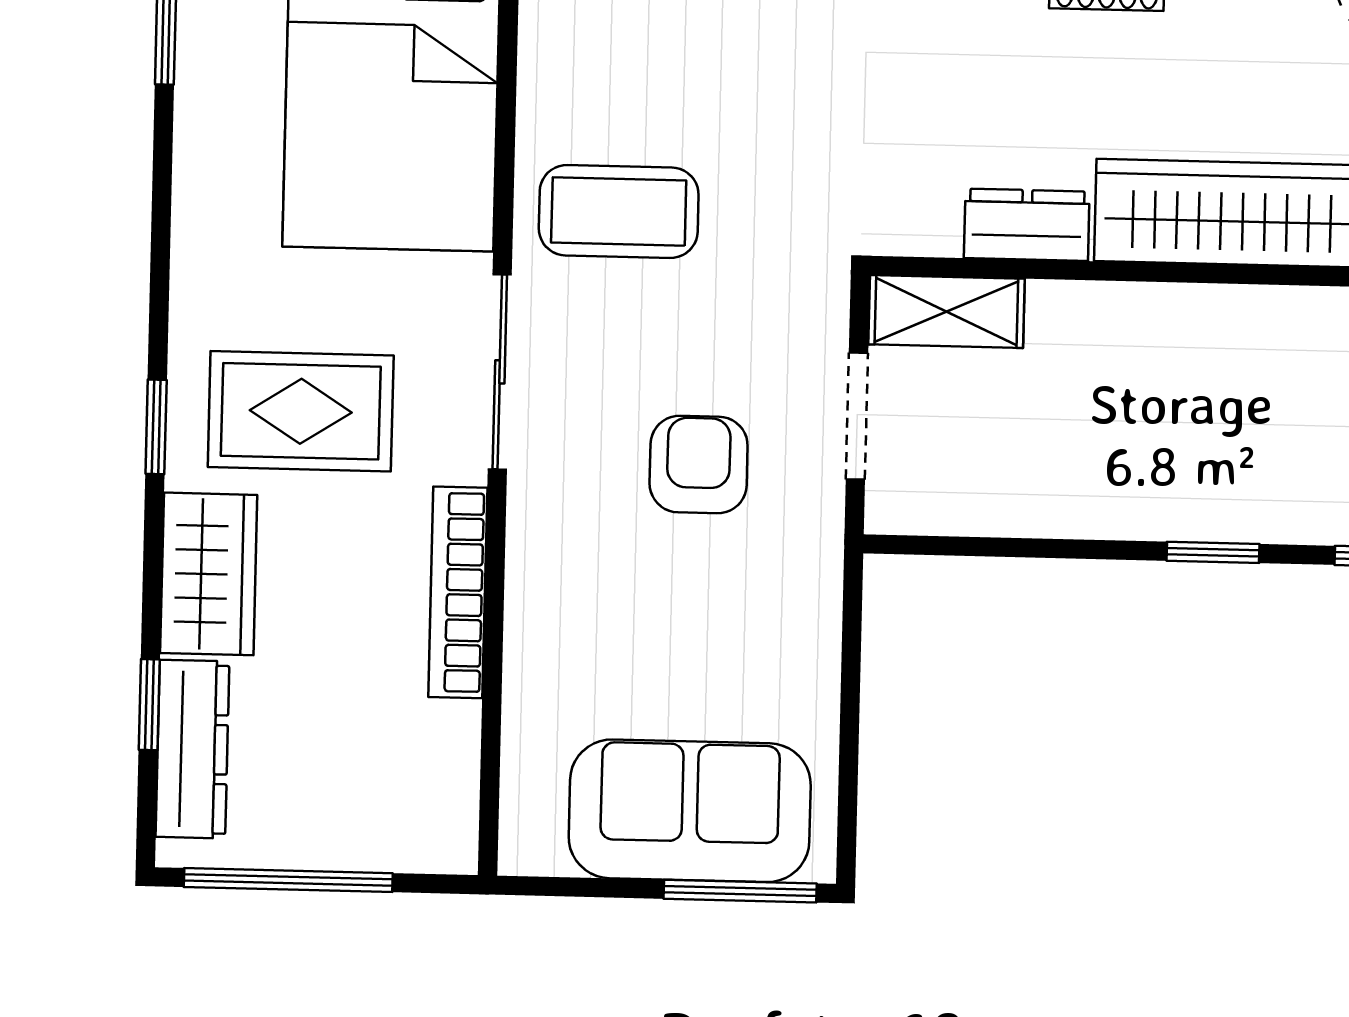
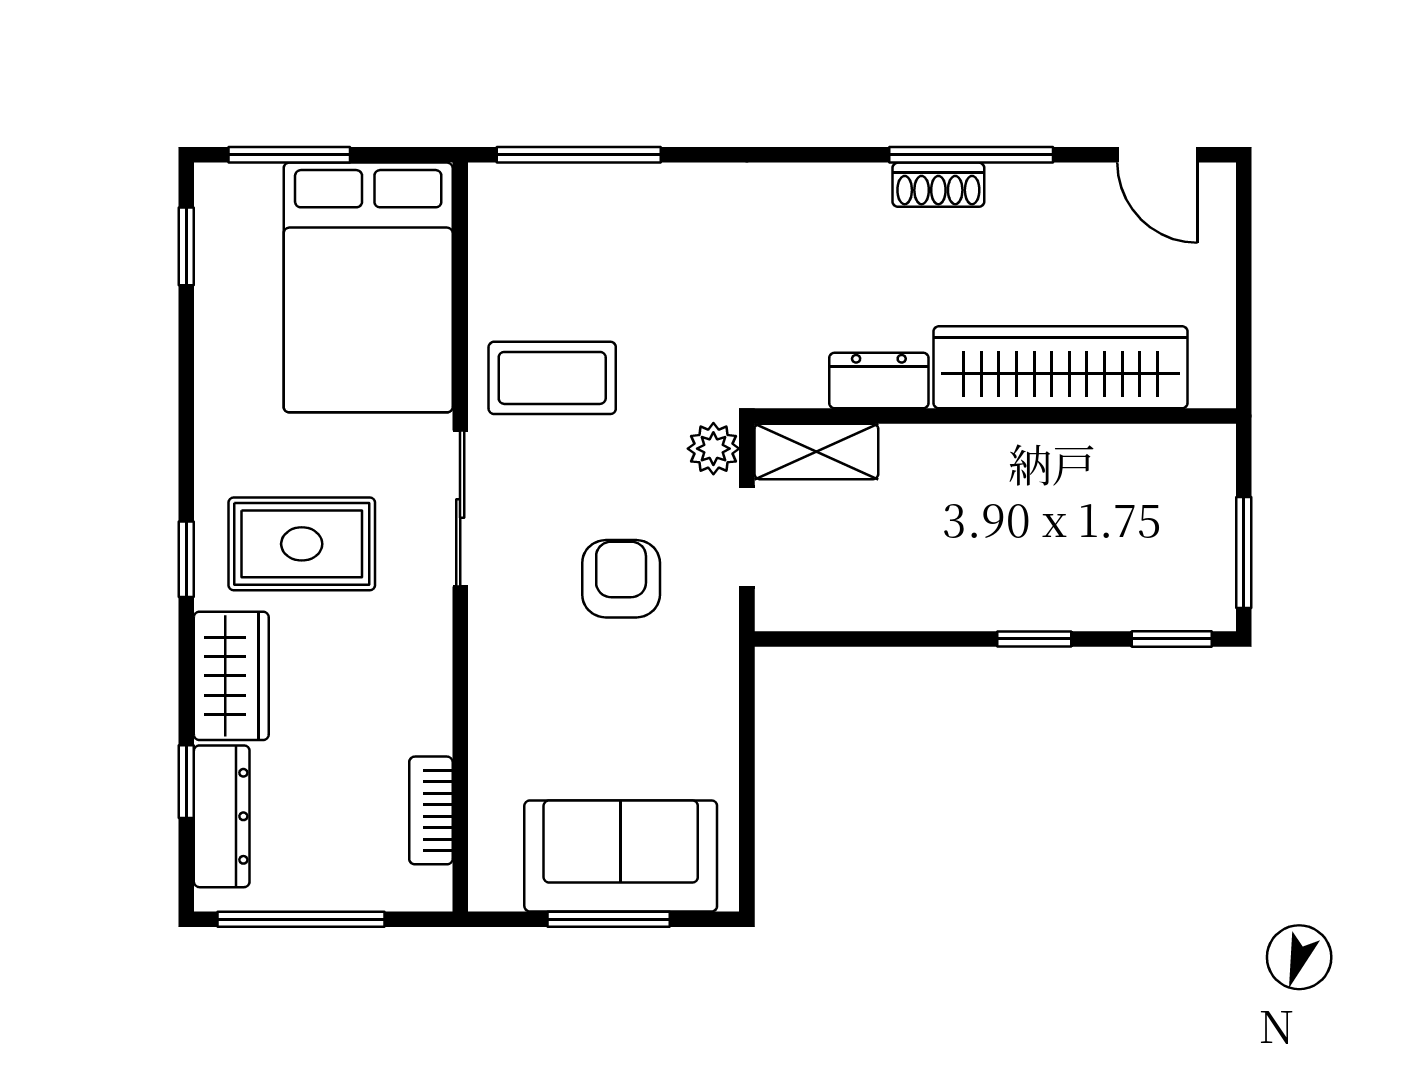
plant: (818, 305) -> (713, 449), added
bookcase: (458, 592) -> (431, 810), moved, width x0.64
window: (740, 891) -> (609, 919), moved

